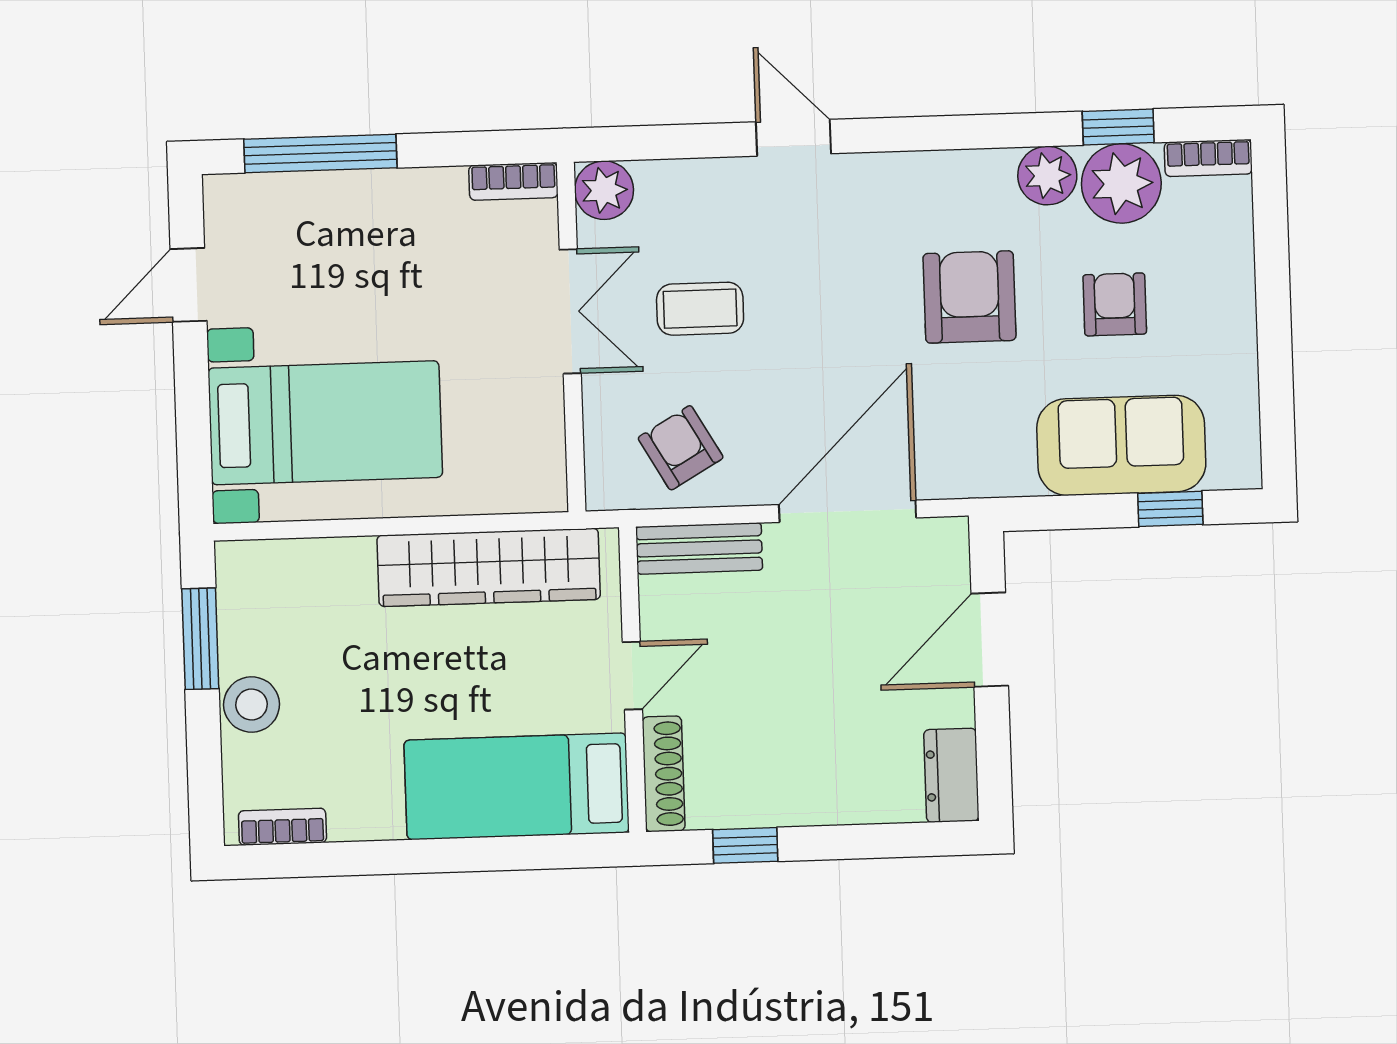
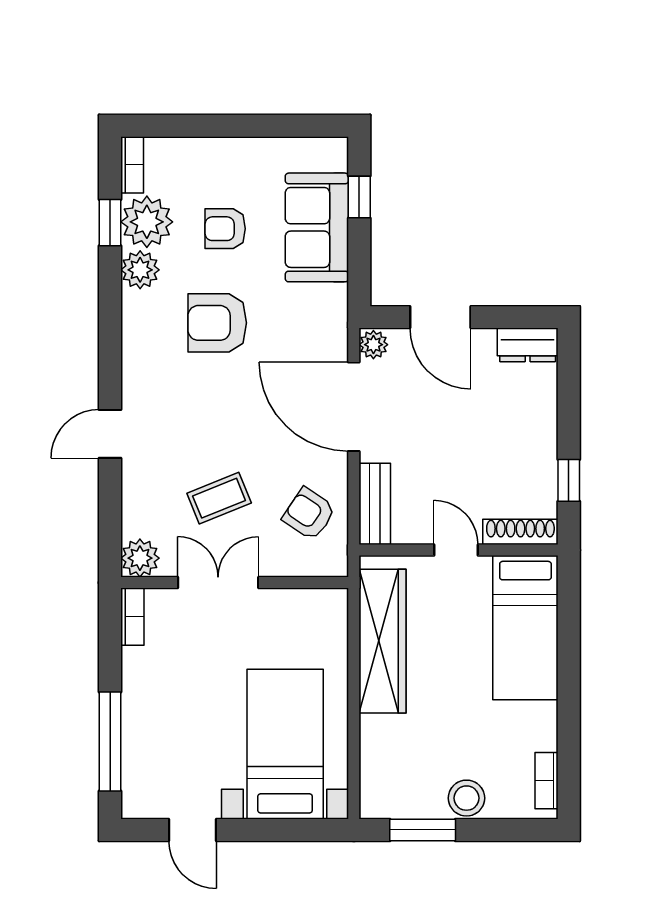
coffee table: (700, 309) -> (219, 498), turned 68
armchair: (681, 448) -> (309, 514), turned 64
plant: (944, 538) -> (373, 345), added

